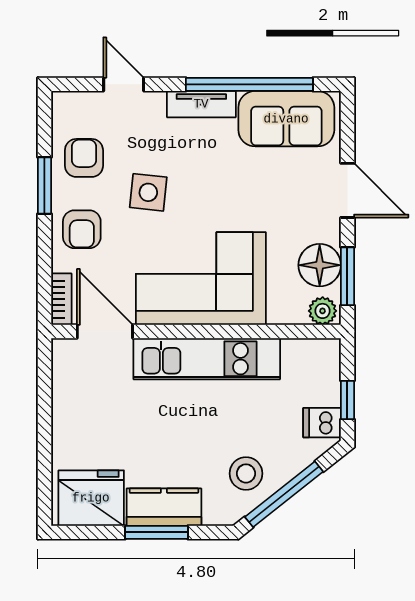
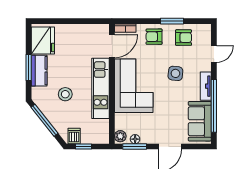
side table: (148, 192) -> (175, 73), moved
floor lamp: (320, 265) -> (135, 139), width x0.53, depth x0.53
stool: (246, 473) -> (65, 94), moved

